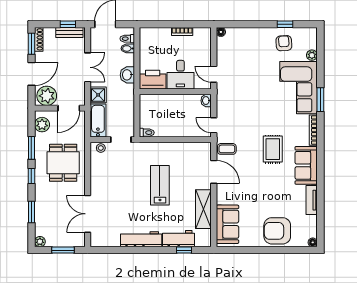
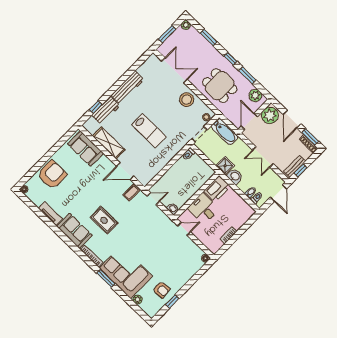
shower: (98, 95) -> (225, 166), moved
stool: (102, 179) -> (187, 100), added

